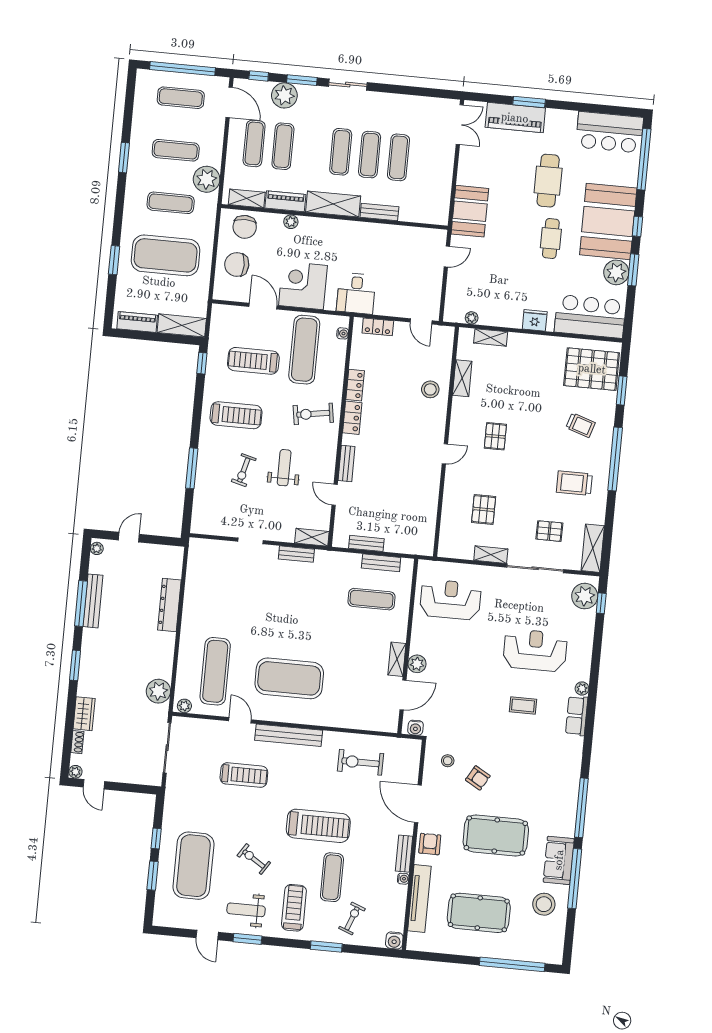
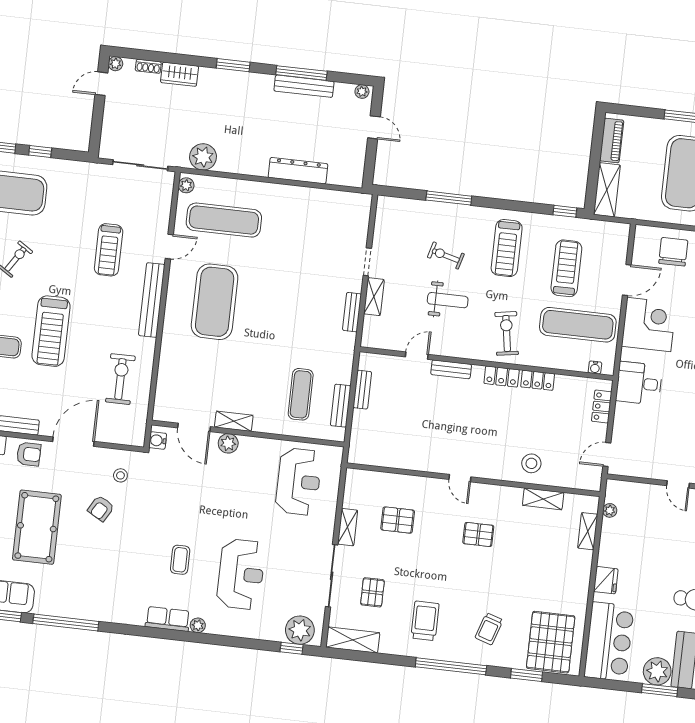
shelving: (312, 537) -> (374, 297), moved

